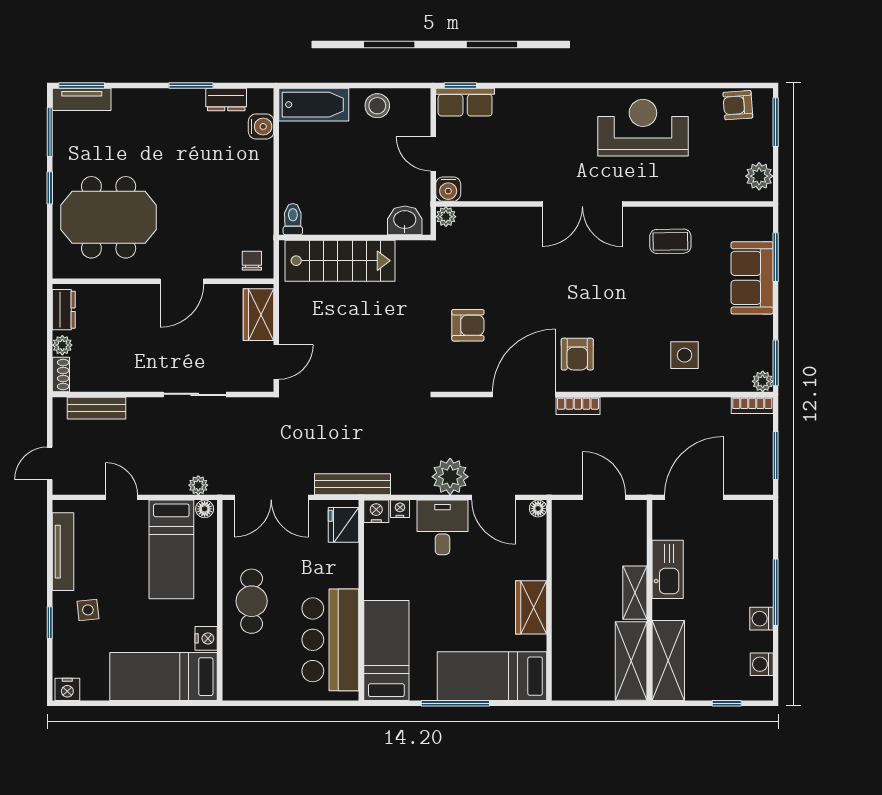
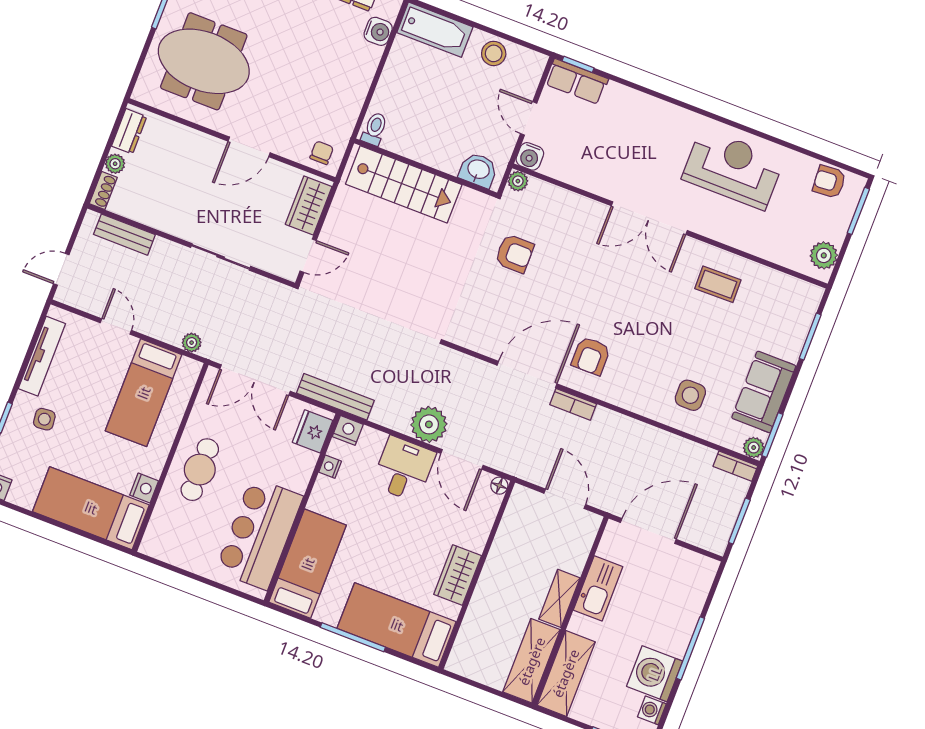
sofa: (752, 278) -> (764, 392), moved
armchair: (468, 325) -> (514, 254), moved
floor lamp: (205, 509) -> (189, 367), removed
nightstand: (400, 509) -> (330, 467), moved, turned -90
washing machine: (761, 619) -> (655, 674), width x1.89, depth x1.89

